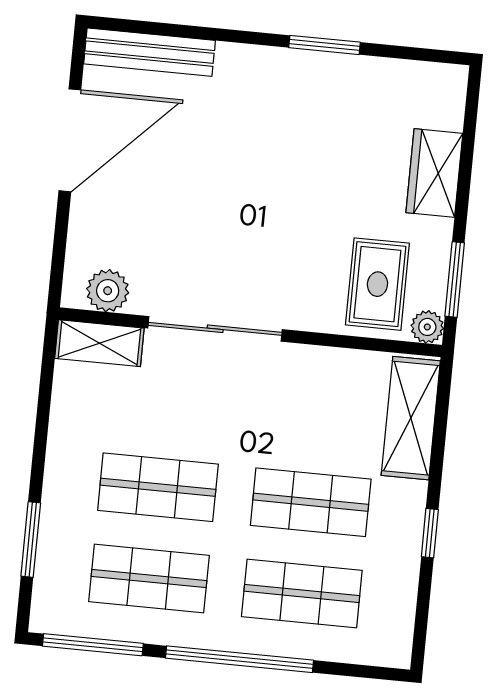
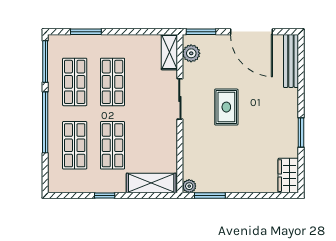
wardrobe: (434, 173) -> (288, 176), moved, turned -90
window: (58, 262) -> (201, 32), added
rug: (377, 284) -> (226, 107), moved, turned 90
sliding door: (215, 329) -> (180, 99), width x0.73

